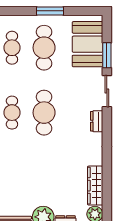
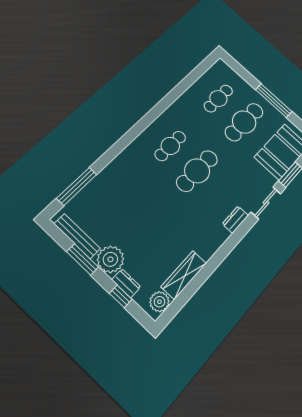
window: (50, 11) -> (274, 101), width x1.44

